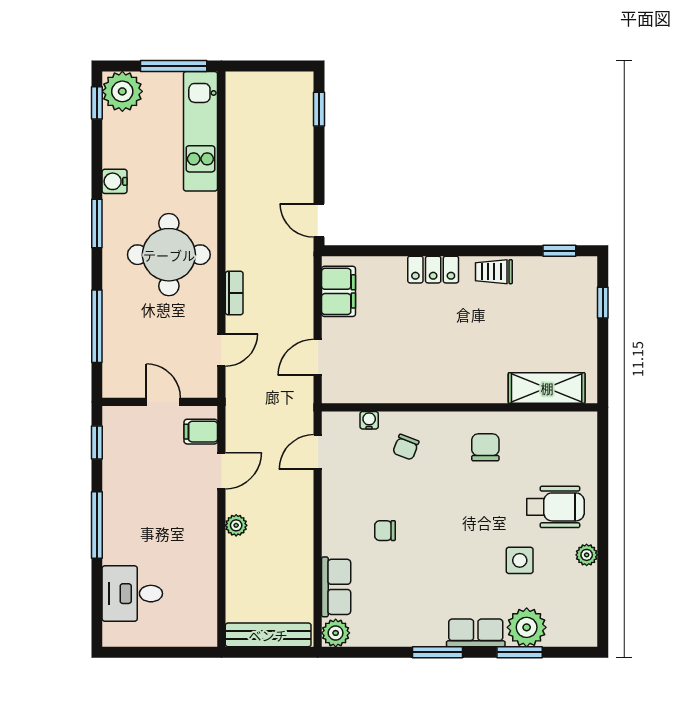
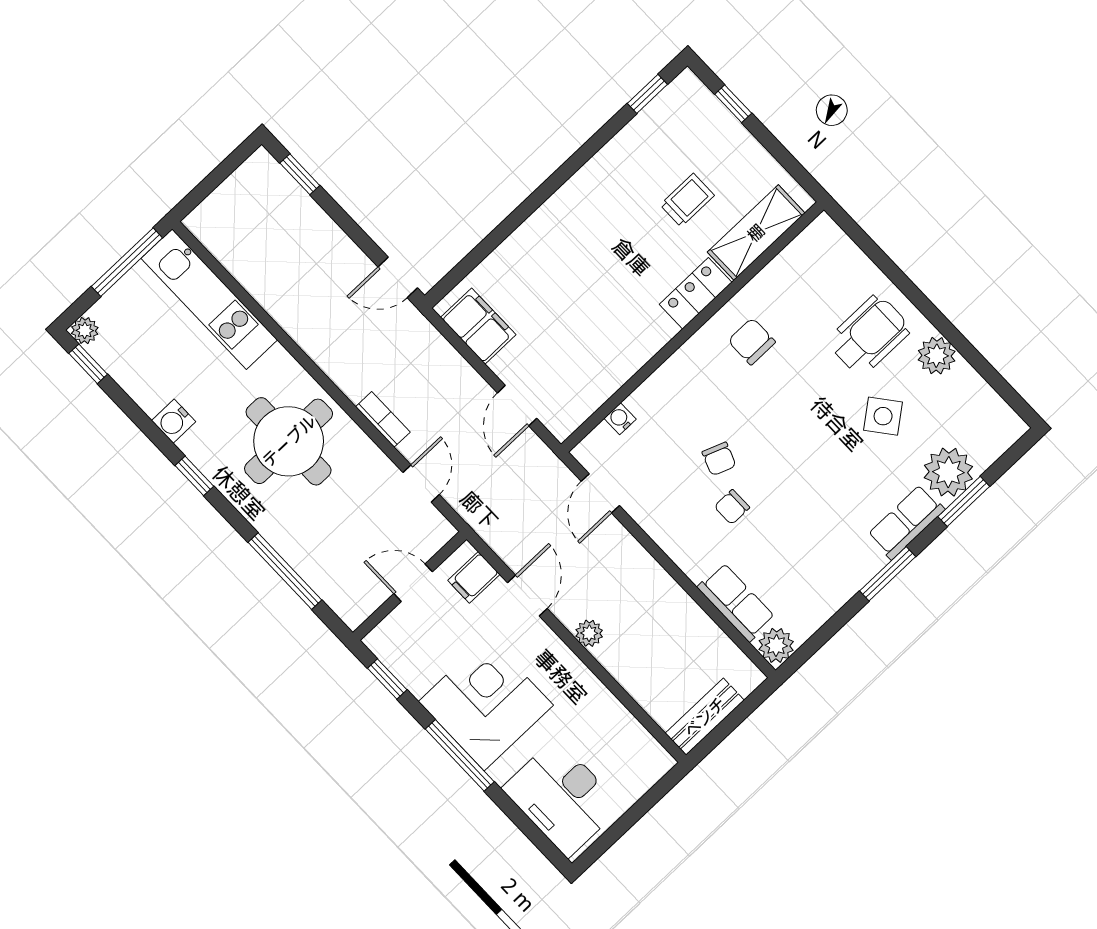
plant: (122, 91) -> (85, 330), width x0.53, depth x0.53
window: (97, 224) -> (194, 476), width x0.67
locker: (433, 270) -> (696, 293), moved, turned 180
trolley: (494, 272) -> (687, 200), moved, turned 180
chair: (406, 447) -> (719, 459), moved
corner desk: (140, 510) -> (486, 703), added
plant: (587, 555) -> (937, 356), width x1.38, depth x1.38
side table: (520, 560) -> (883, 416), turned -38
desk: (132, 594) -> (562, 797), width x1.37
bench: (268, 635) -> (705, 717), width x0.73

